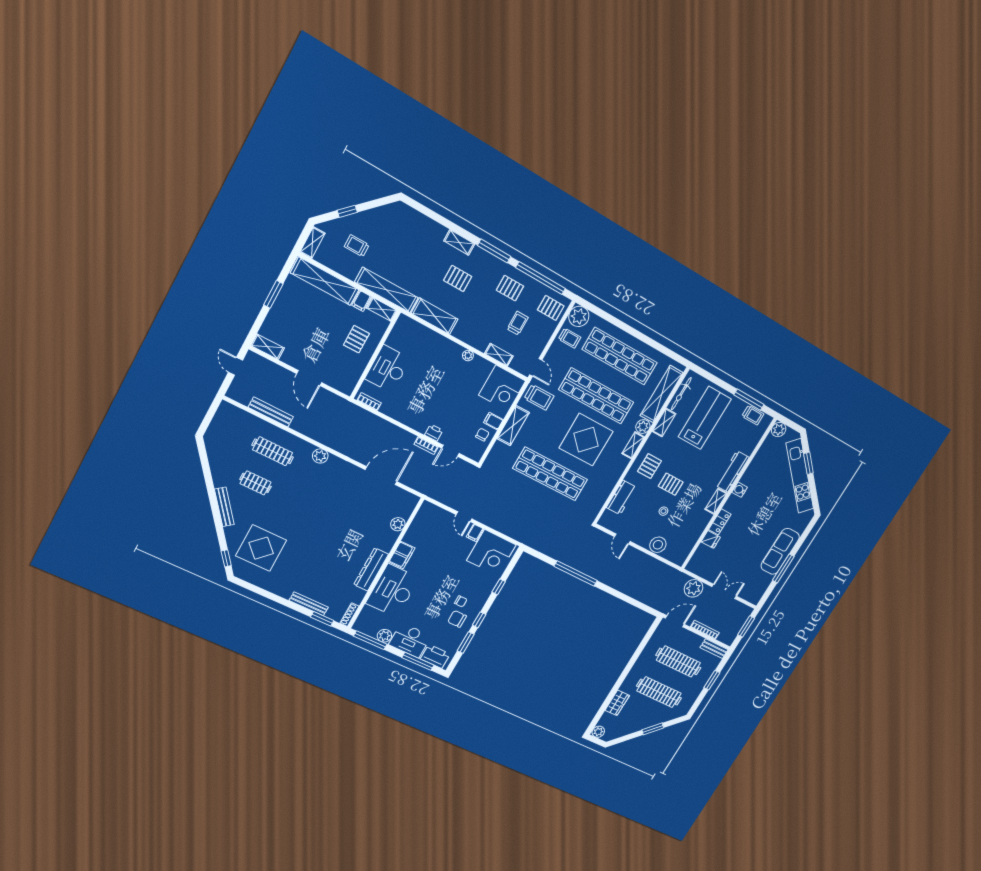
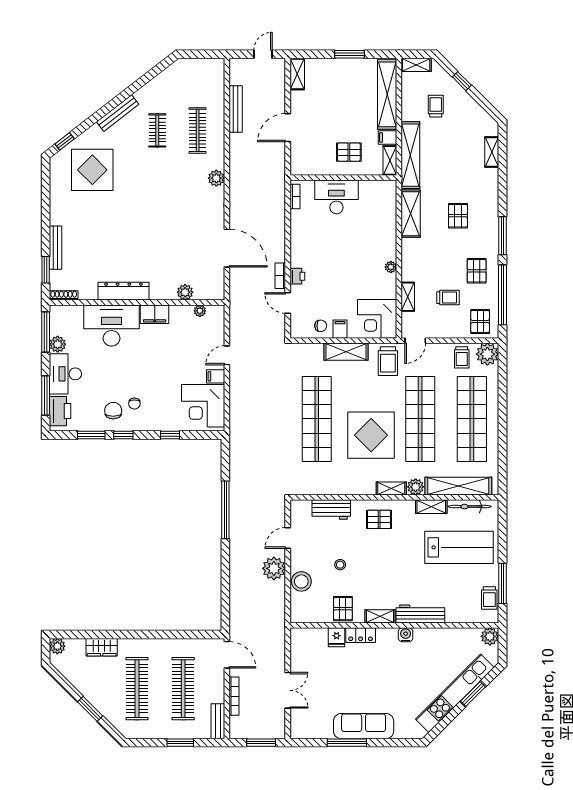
shelving: (459, 242) -> (492, 152), moved
pallet: (671, 484) -> (343, 609), moved
plant: (419, 520) -> (200, 311), added
plant: (694, 588) -> (274, 568), moved

